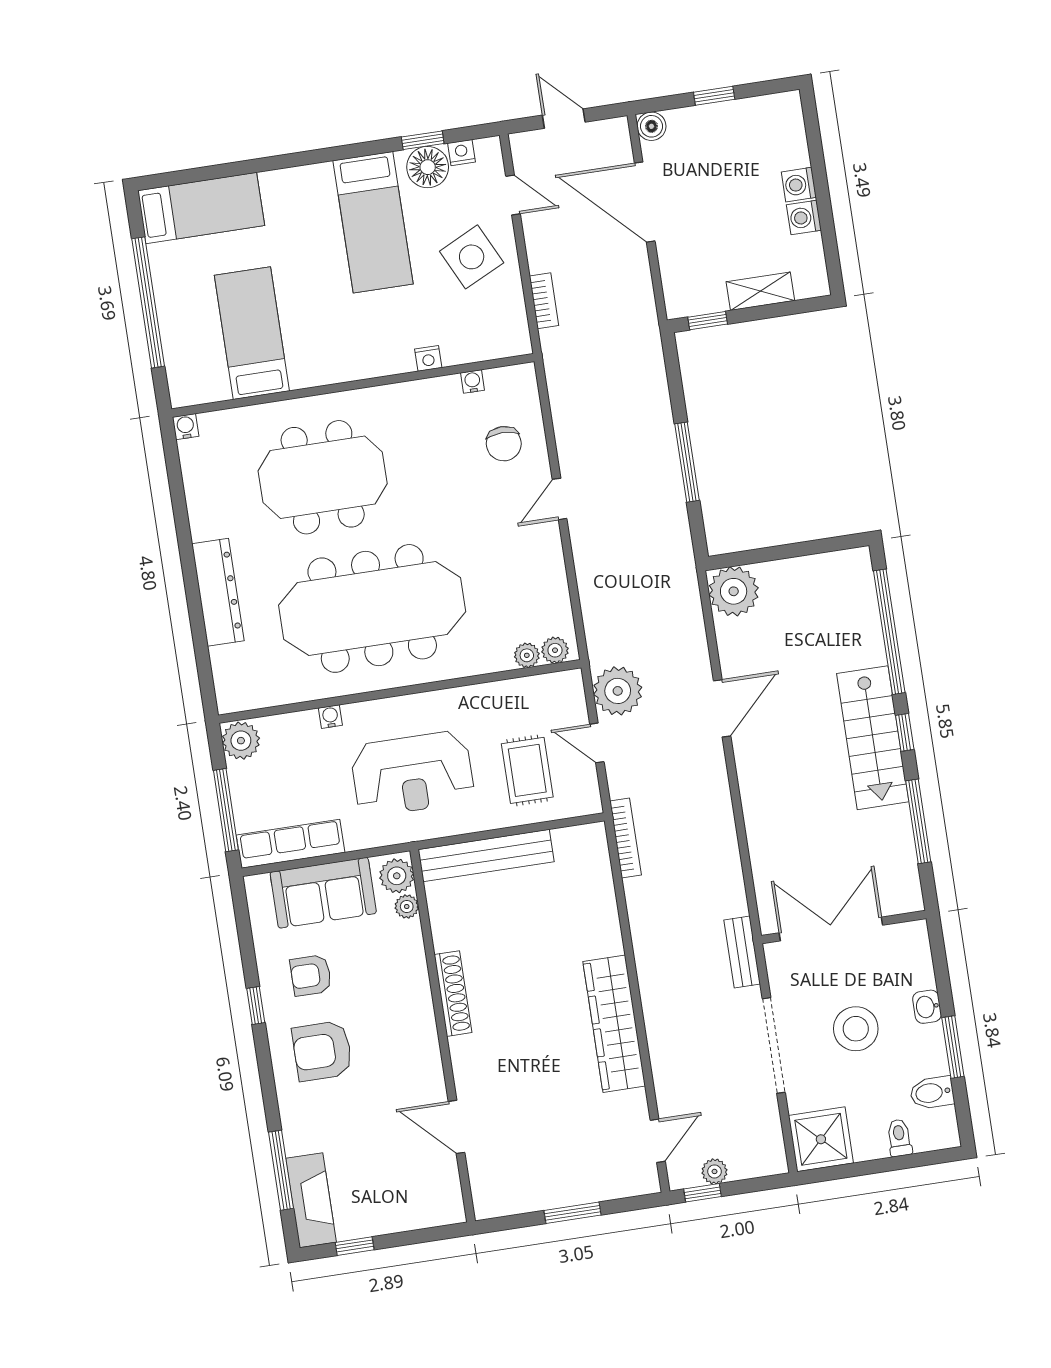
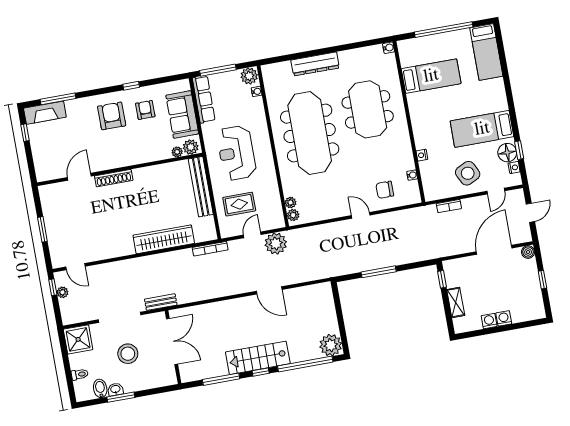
plant: (734, 591) -> (331, 345), moved
water cooler: (330, 717) -> (257, 91), moved
shoe rack: (453, 994) -> (114, 178), moved
washbasin: (927, 1007) -> (115, 389), moved
wardrobe: (614, 1024) -> (164, 239), moved

